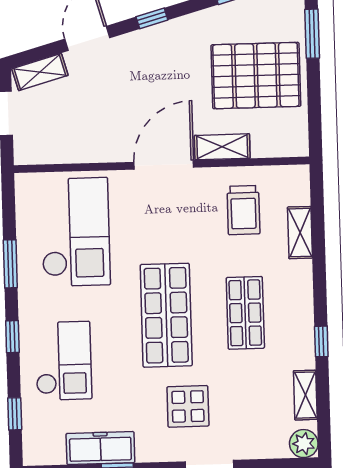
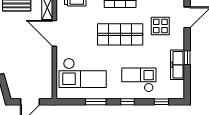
shelving: (40, 72) -> (12, 86), removed
checkout: (75, 232) -> (83, 73), turned 180

